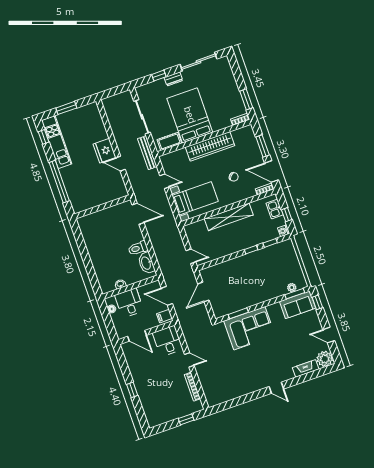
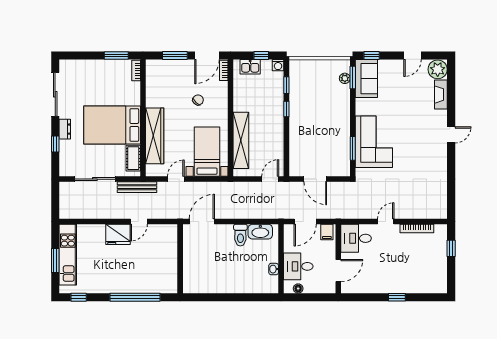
kitchen unit: (57, 142) -> (68, 255), moved, turned 90
wardrobe: (210, 146) -> (155, 136), moved
shelving: (229, 217) -> (241, 140), moved

